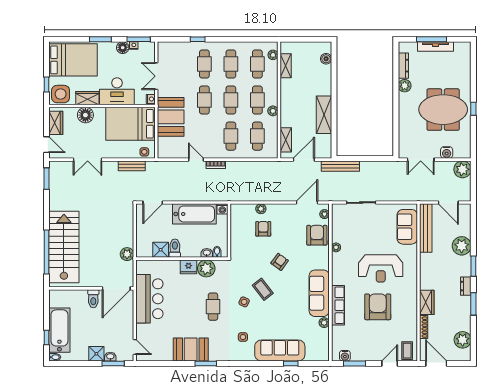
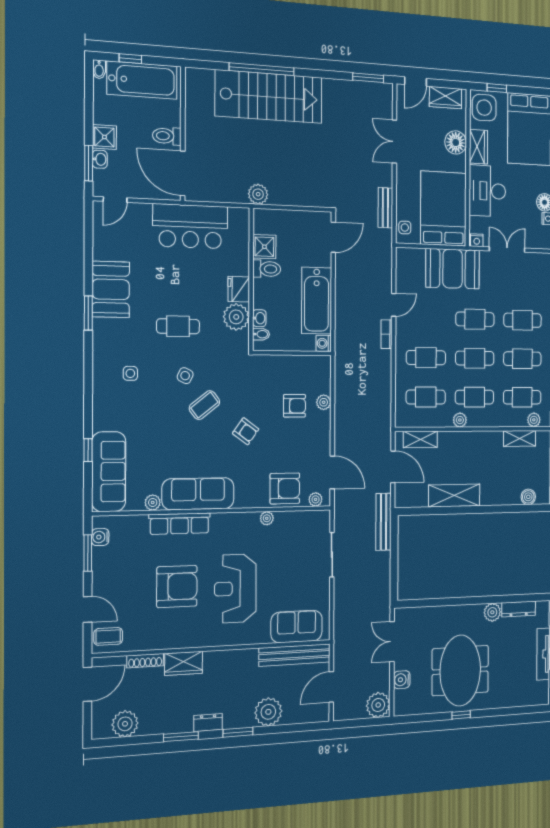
door: (153, 203) -> (333, 237), swing flipped
wall: (91, 288) -> (183, 134), moved
door: (116, 288) -> (183, 173), moved
toilet: (93, 299) -> (167, 136), moved
sofa: (280, 351) -> (109, 472), moved

